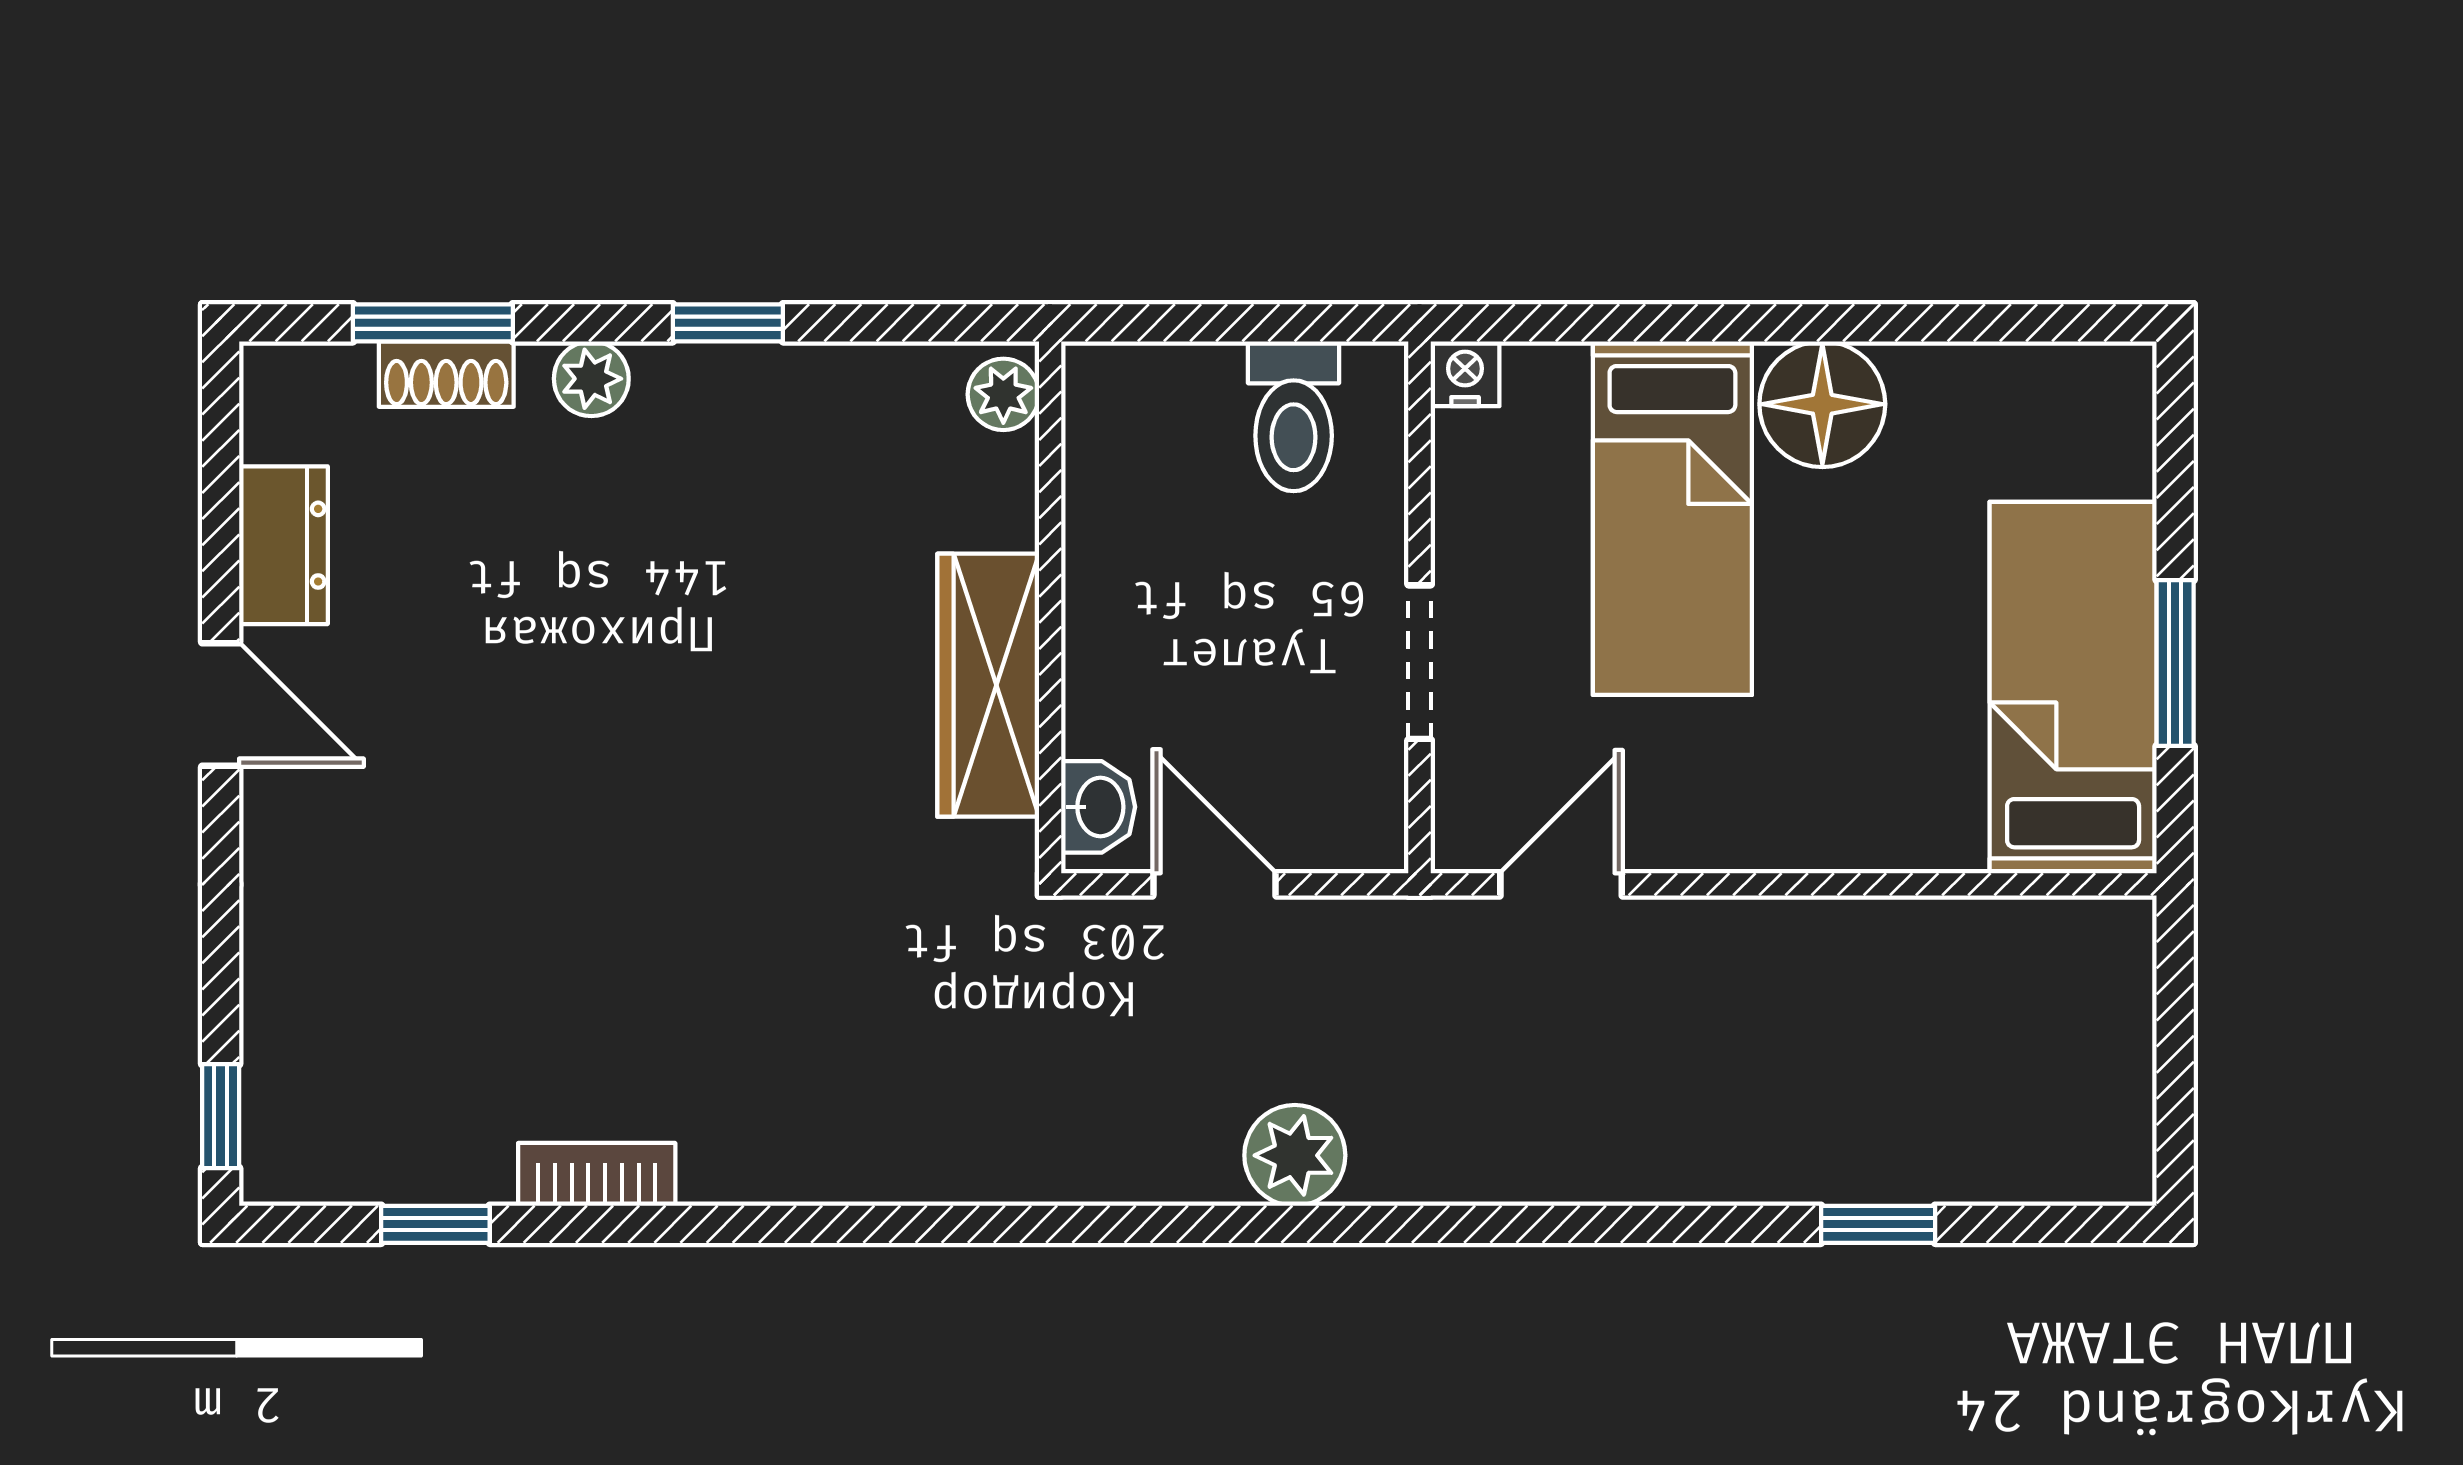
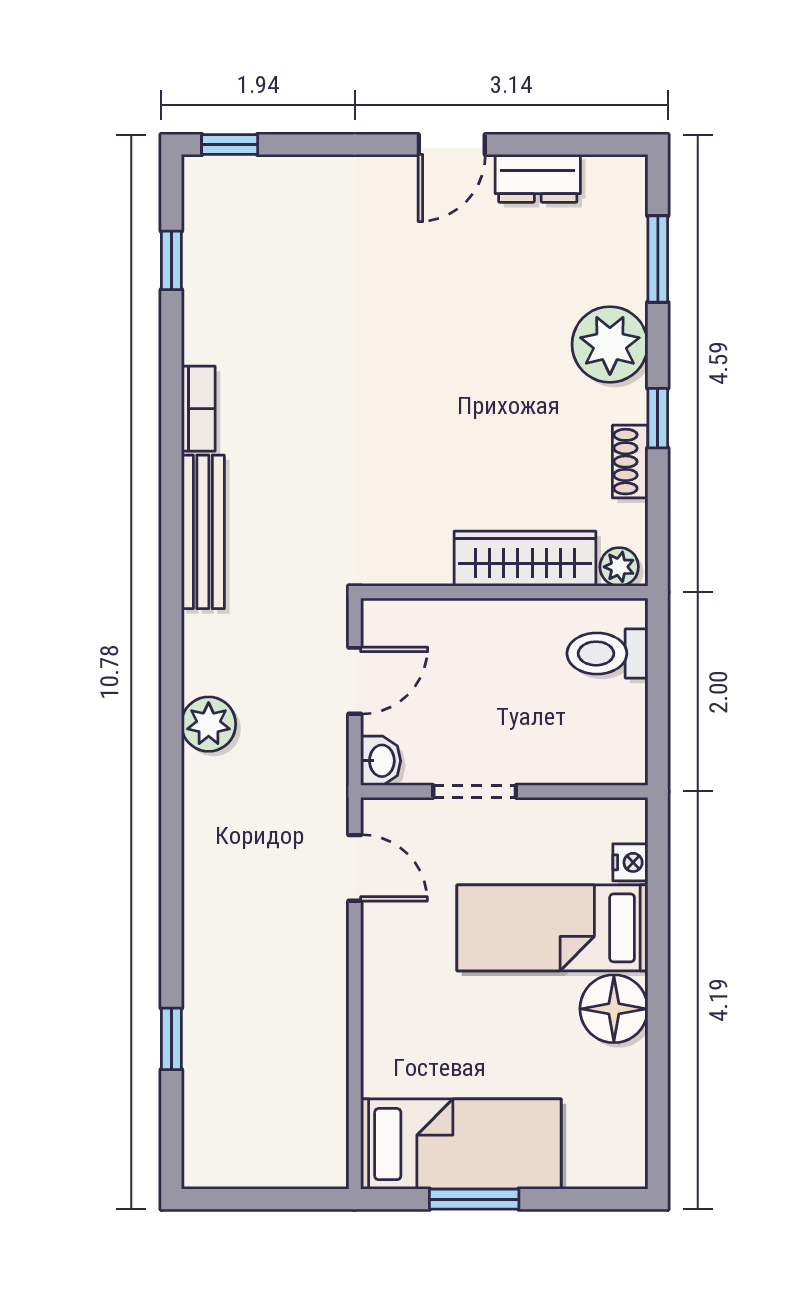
shoe rack: (446, 374) -> (630, 462), moved
nightstand: (1465, 374) -> (630, 862), moved
plant: (591, 379) -> (610, 344), width x1.87, depth x1.87
toilet: (1294, 416) -> (607, 653), moved
wardrobe: (988, 685) -> (525, 559), moved
washbasin: (1098, 807) -> (381, 761), moved, turned -90
bench: (939, 1166) -> (203, 532), added
bookcase: (597, 1174) -> (198, 409), moved

